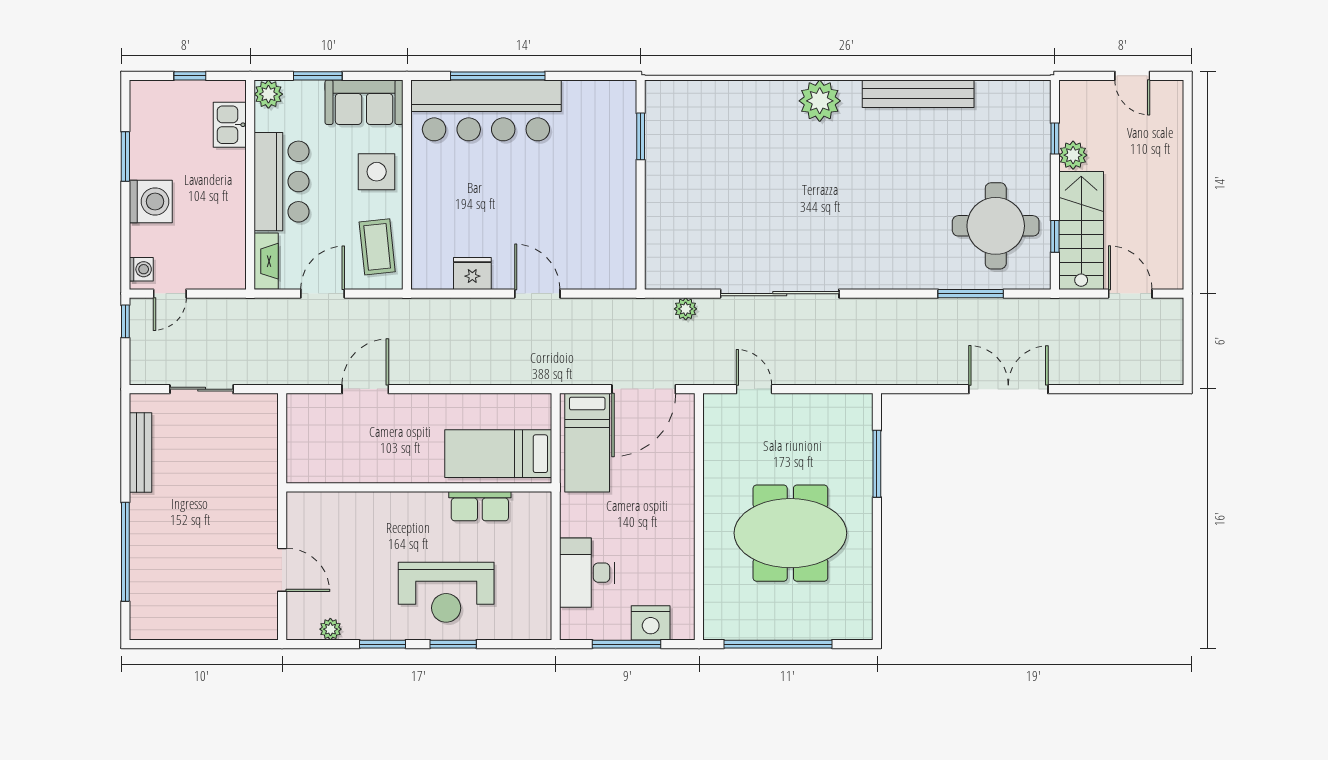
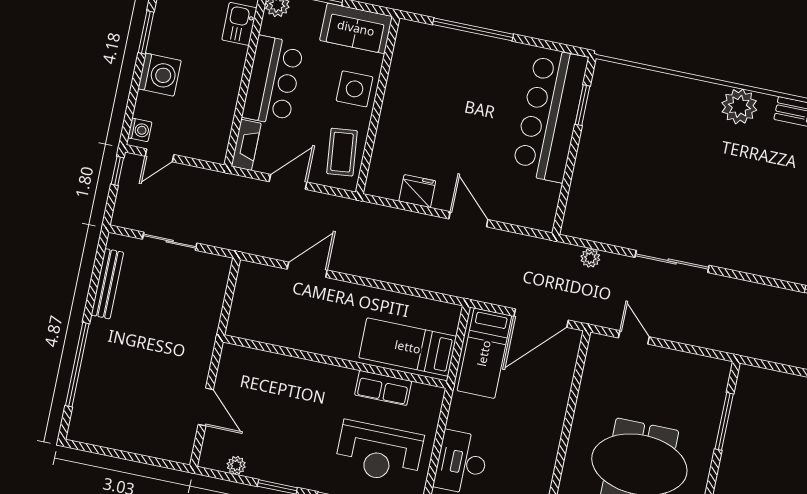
bar counter: (486, 110) -> (550, 115), moved, turned 90
sliding door: (780, 294) -> (672, 261), width x0.73
reception desk: (446, 592) -> (379, 452), moved

